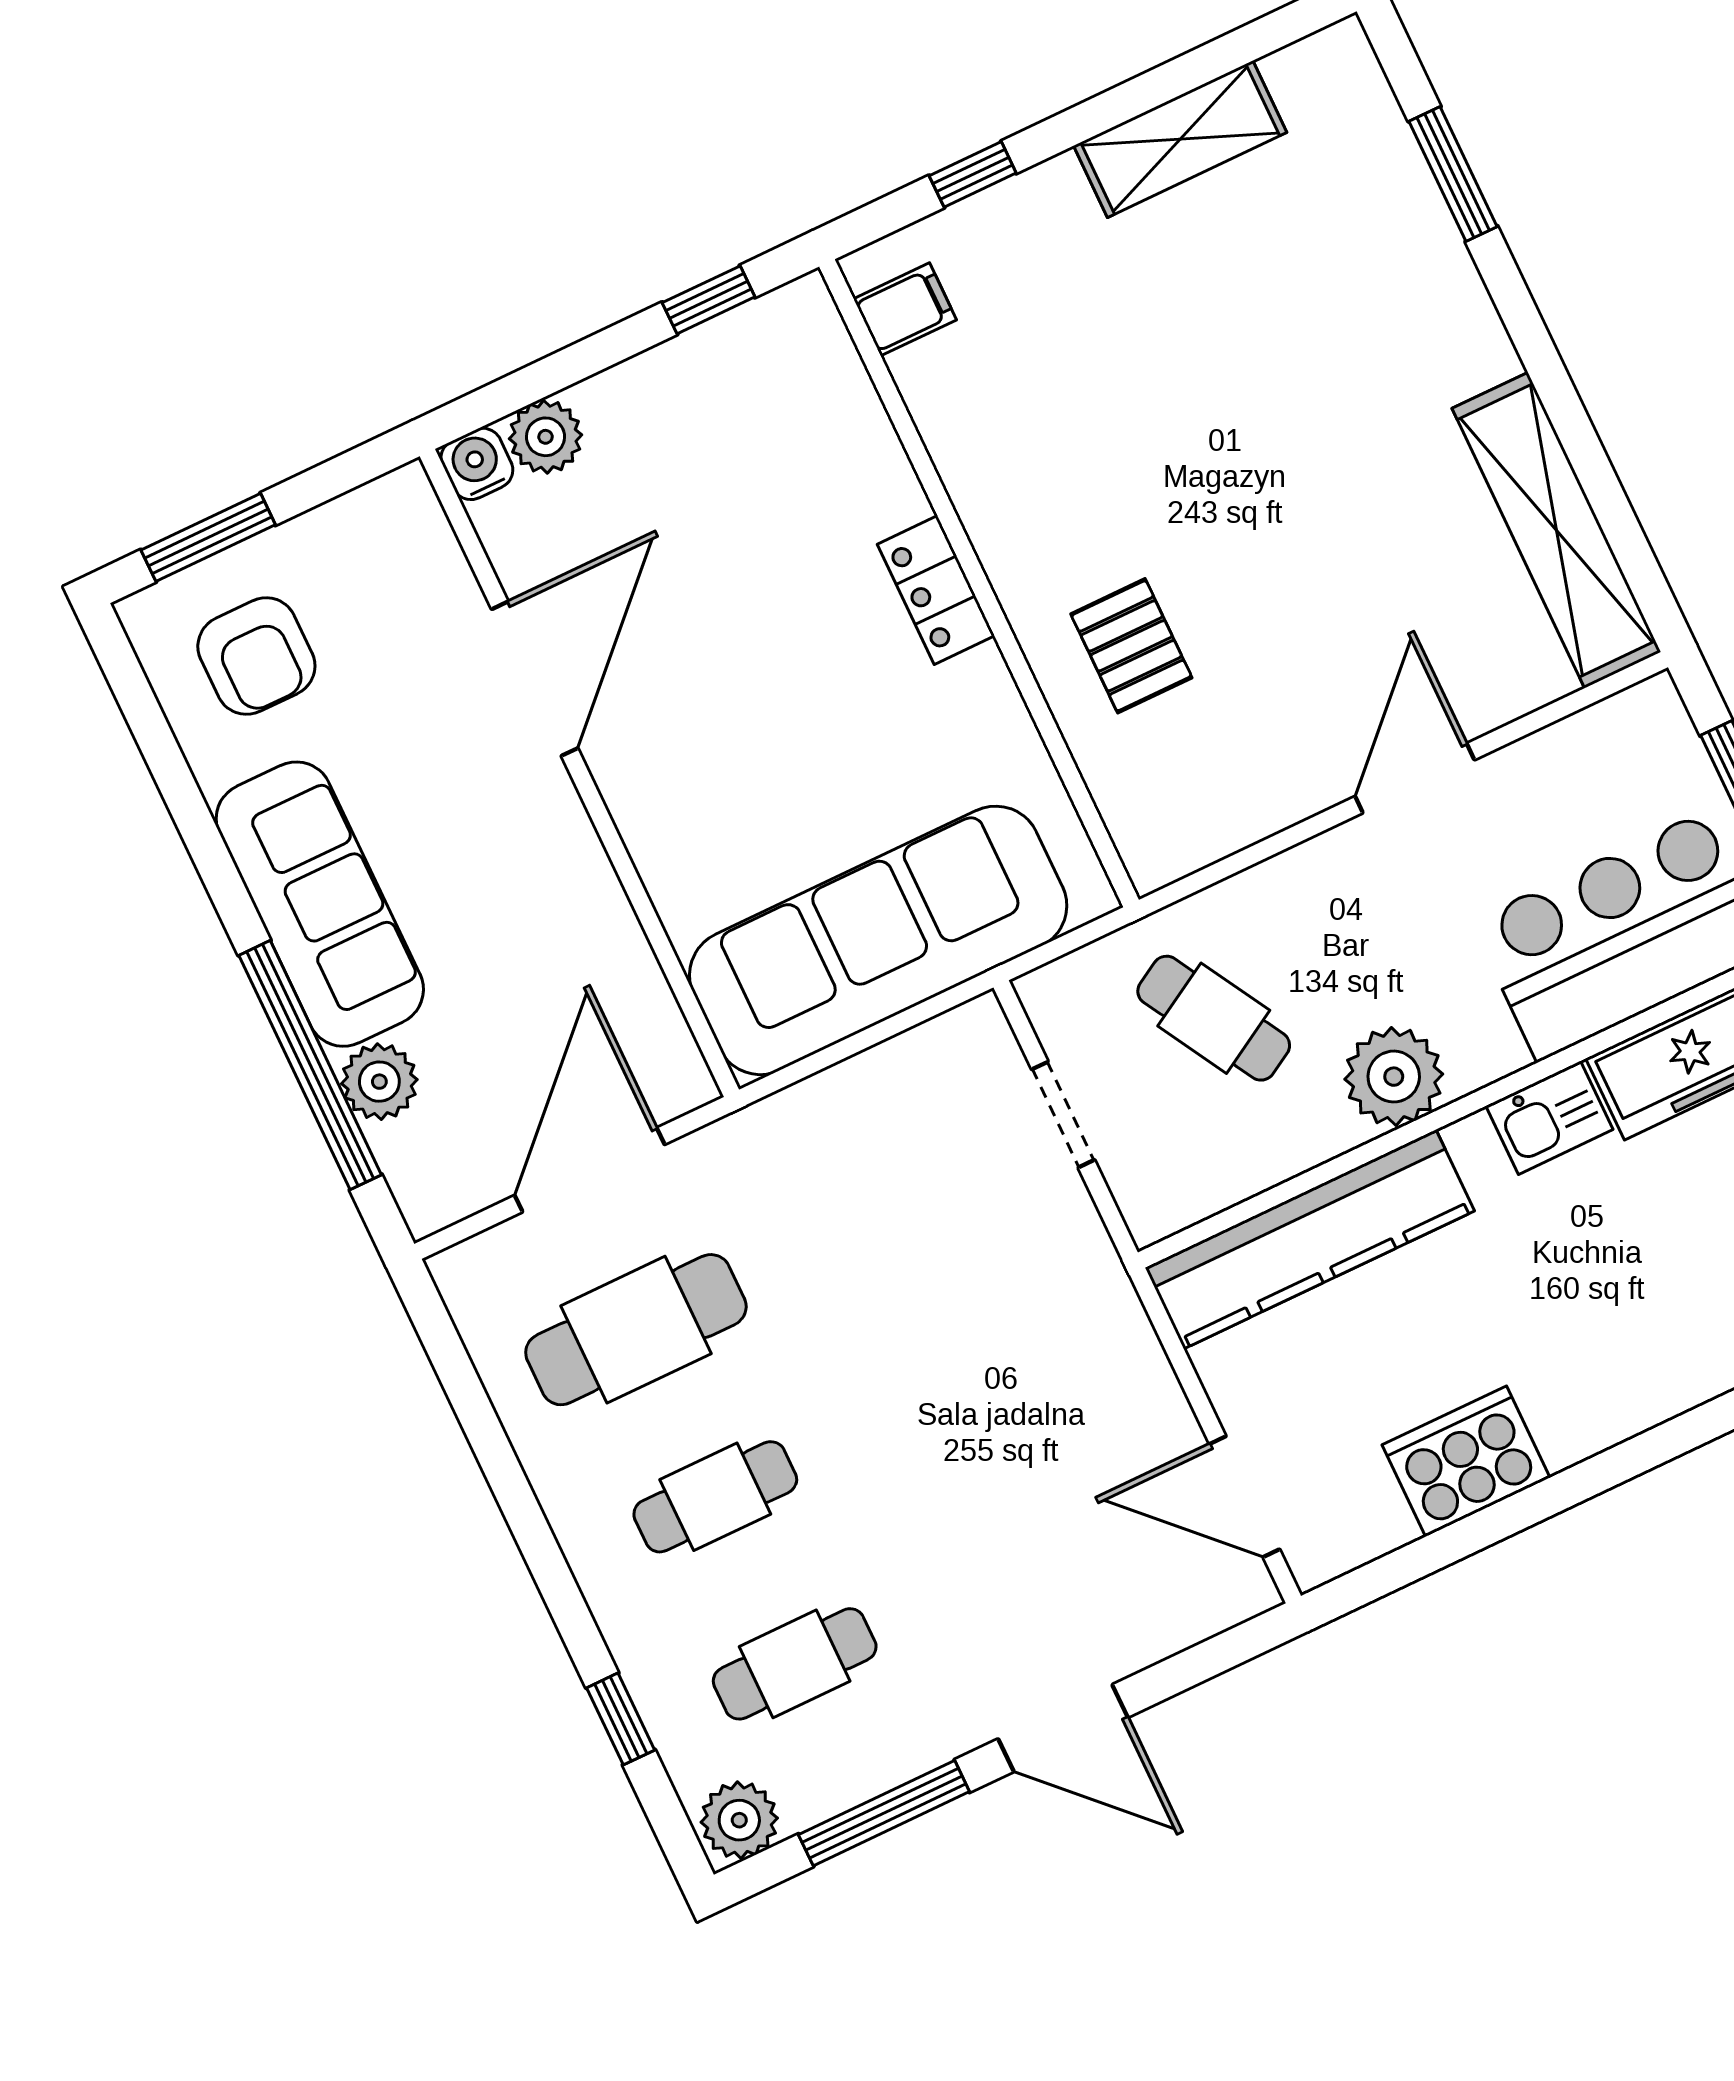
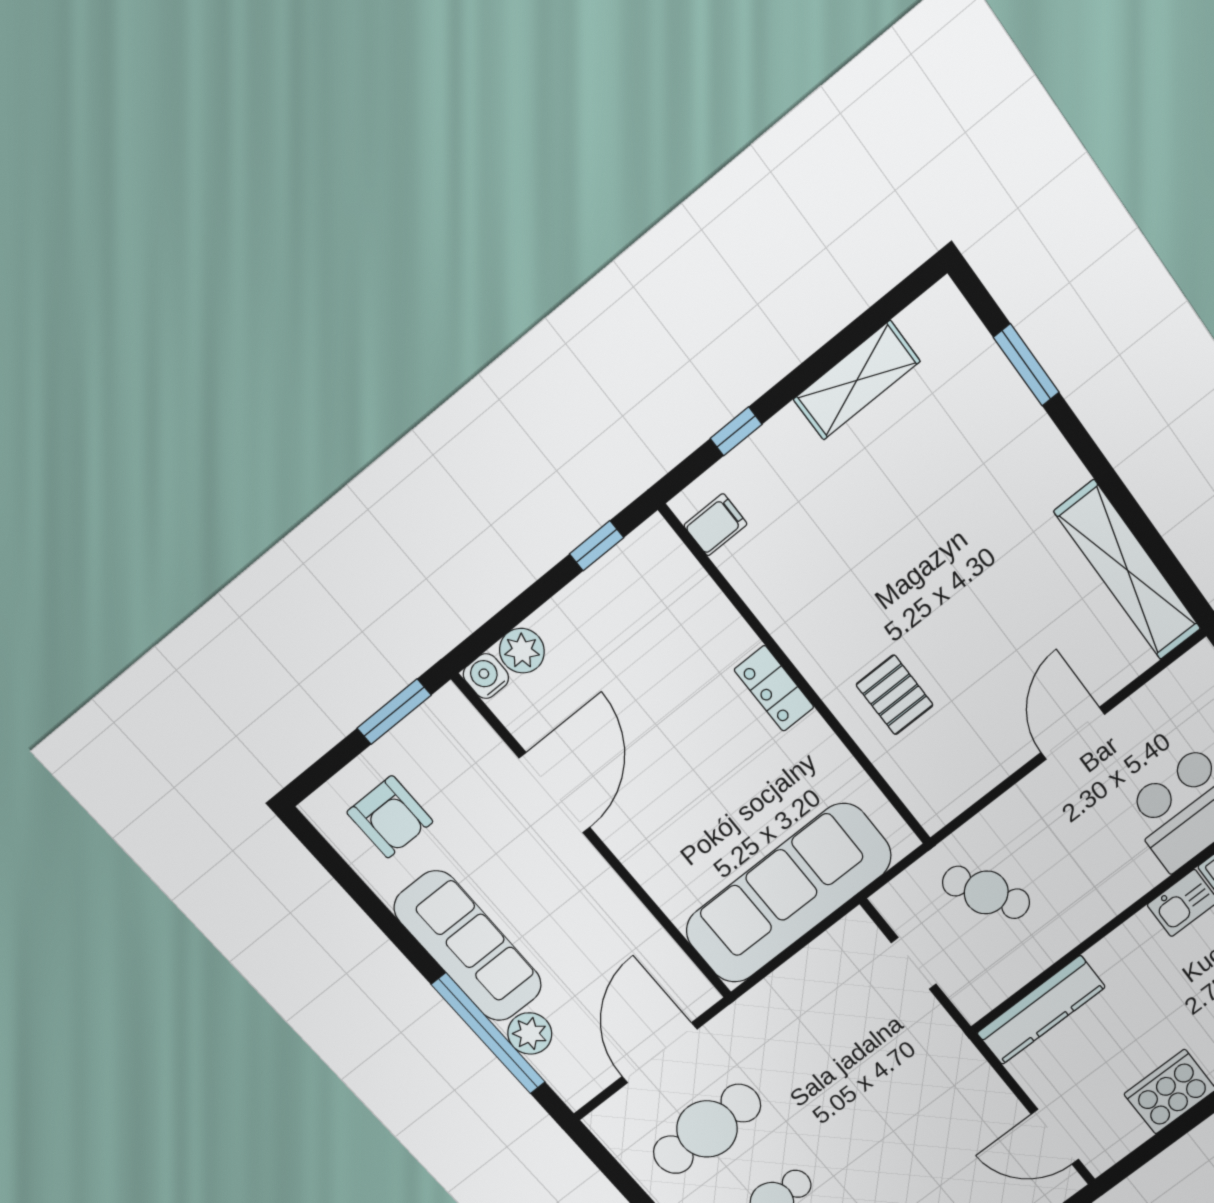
window: (208, 537) -> (394, 712), moved
plant: (1394, 1077) -> (1093, 901), removed
kitchen counter: (1310, 1239) -> (1041, 1010), width x0.72, depth x0.86

